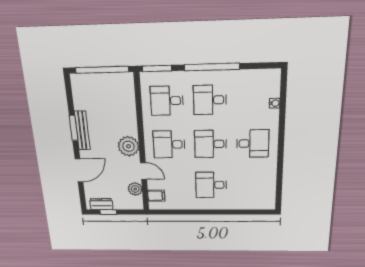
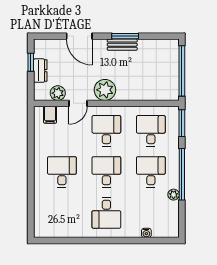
plant: (234, 75) -> (174, 195), added
bench: (82, 131) -> (122, 45), width x0.73
dresser: (101, 204) -> (40, 71), moved

